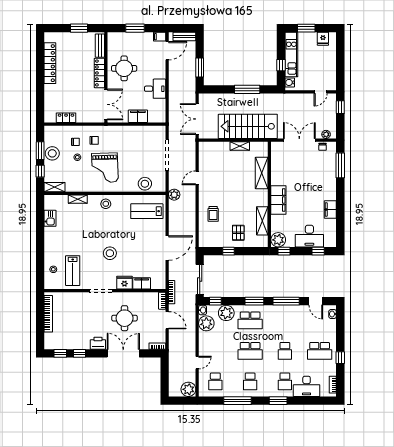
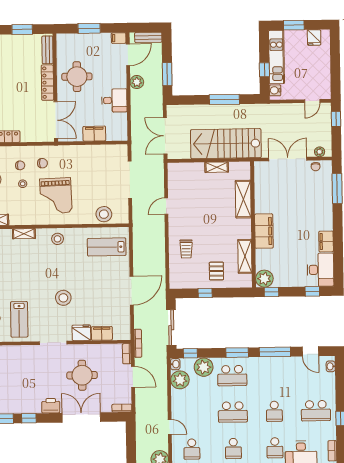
plant: (174, 195) -> (137, 82), moved
desk: (309, 236) -> (320, 270), moved, turned -90
door: (197, 363) -> (170, 427), hinge flipped

